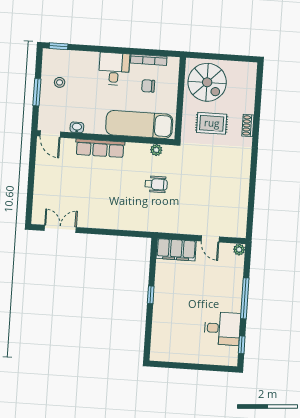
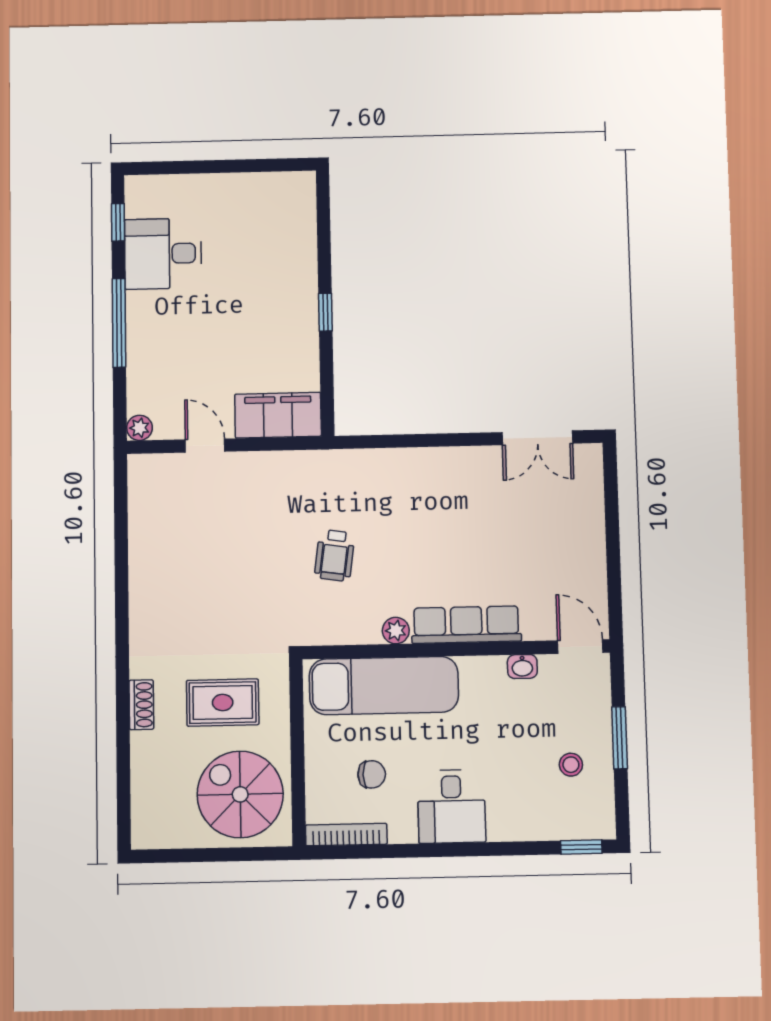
bookcase: (149, 60) -> (346, 835), moved
plant: (156, 150) -> (396, 631), moved
wheelchair: (156, 184) -> (335, 555), turned -82

